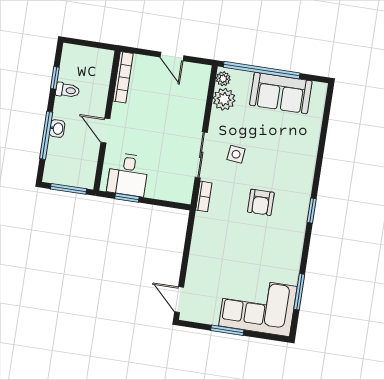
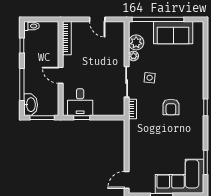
plant: (223, 79) -> (133, 56), moved
toilet: (68, 90) -> (31, 26), moved
washbasin: (57, 129) -> (31, 105), moved, width x1.91, depth x1.45
door: (179, 300) -> (127, 180), hinge flipped

